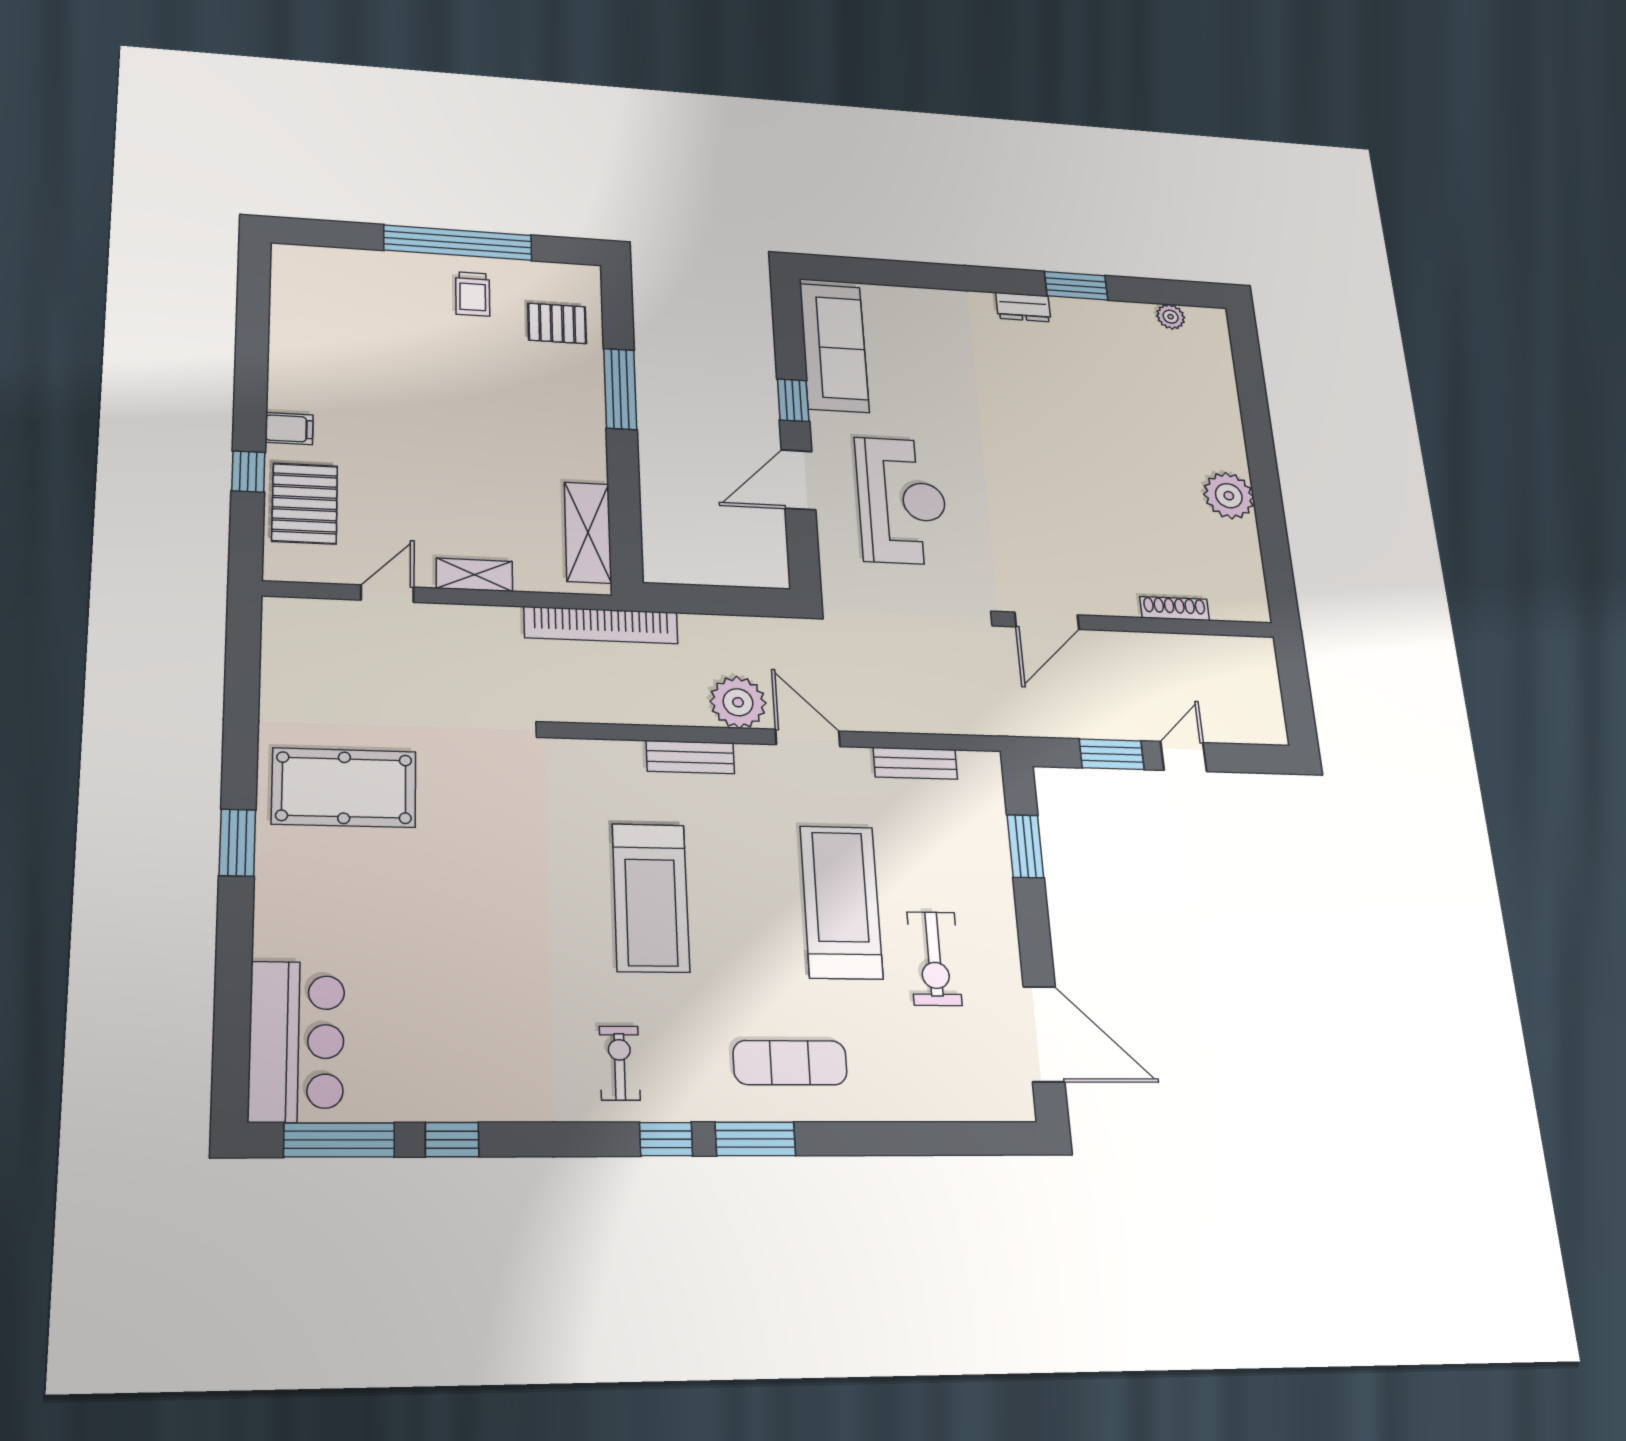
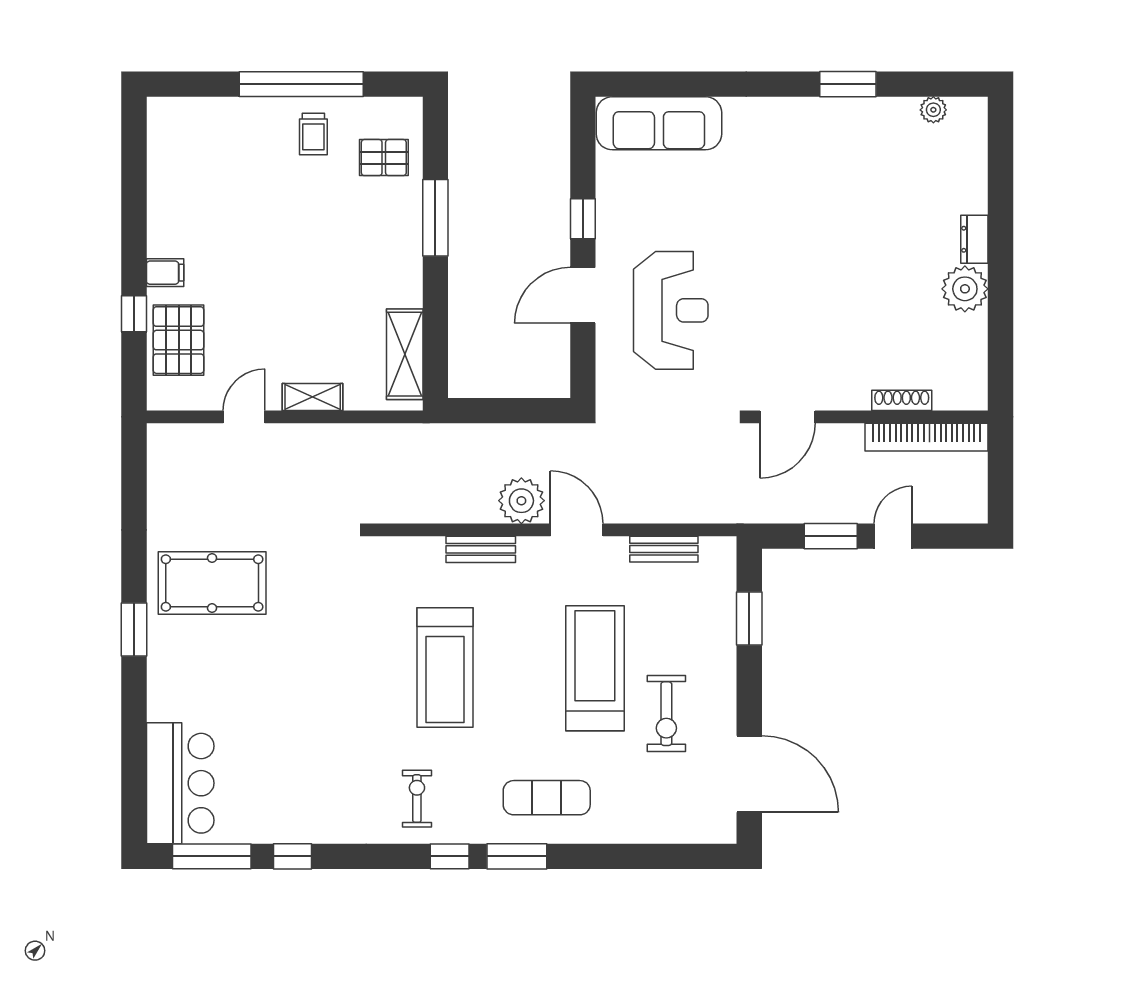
dresser: (1023, 307) -> (974, 239), moved, turned 90
sofa: (834, 348) -> (659, 123), moved, turned 90
bookcase: (601, 625) -> (926, 437), moved

